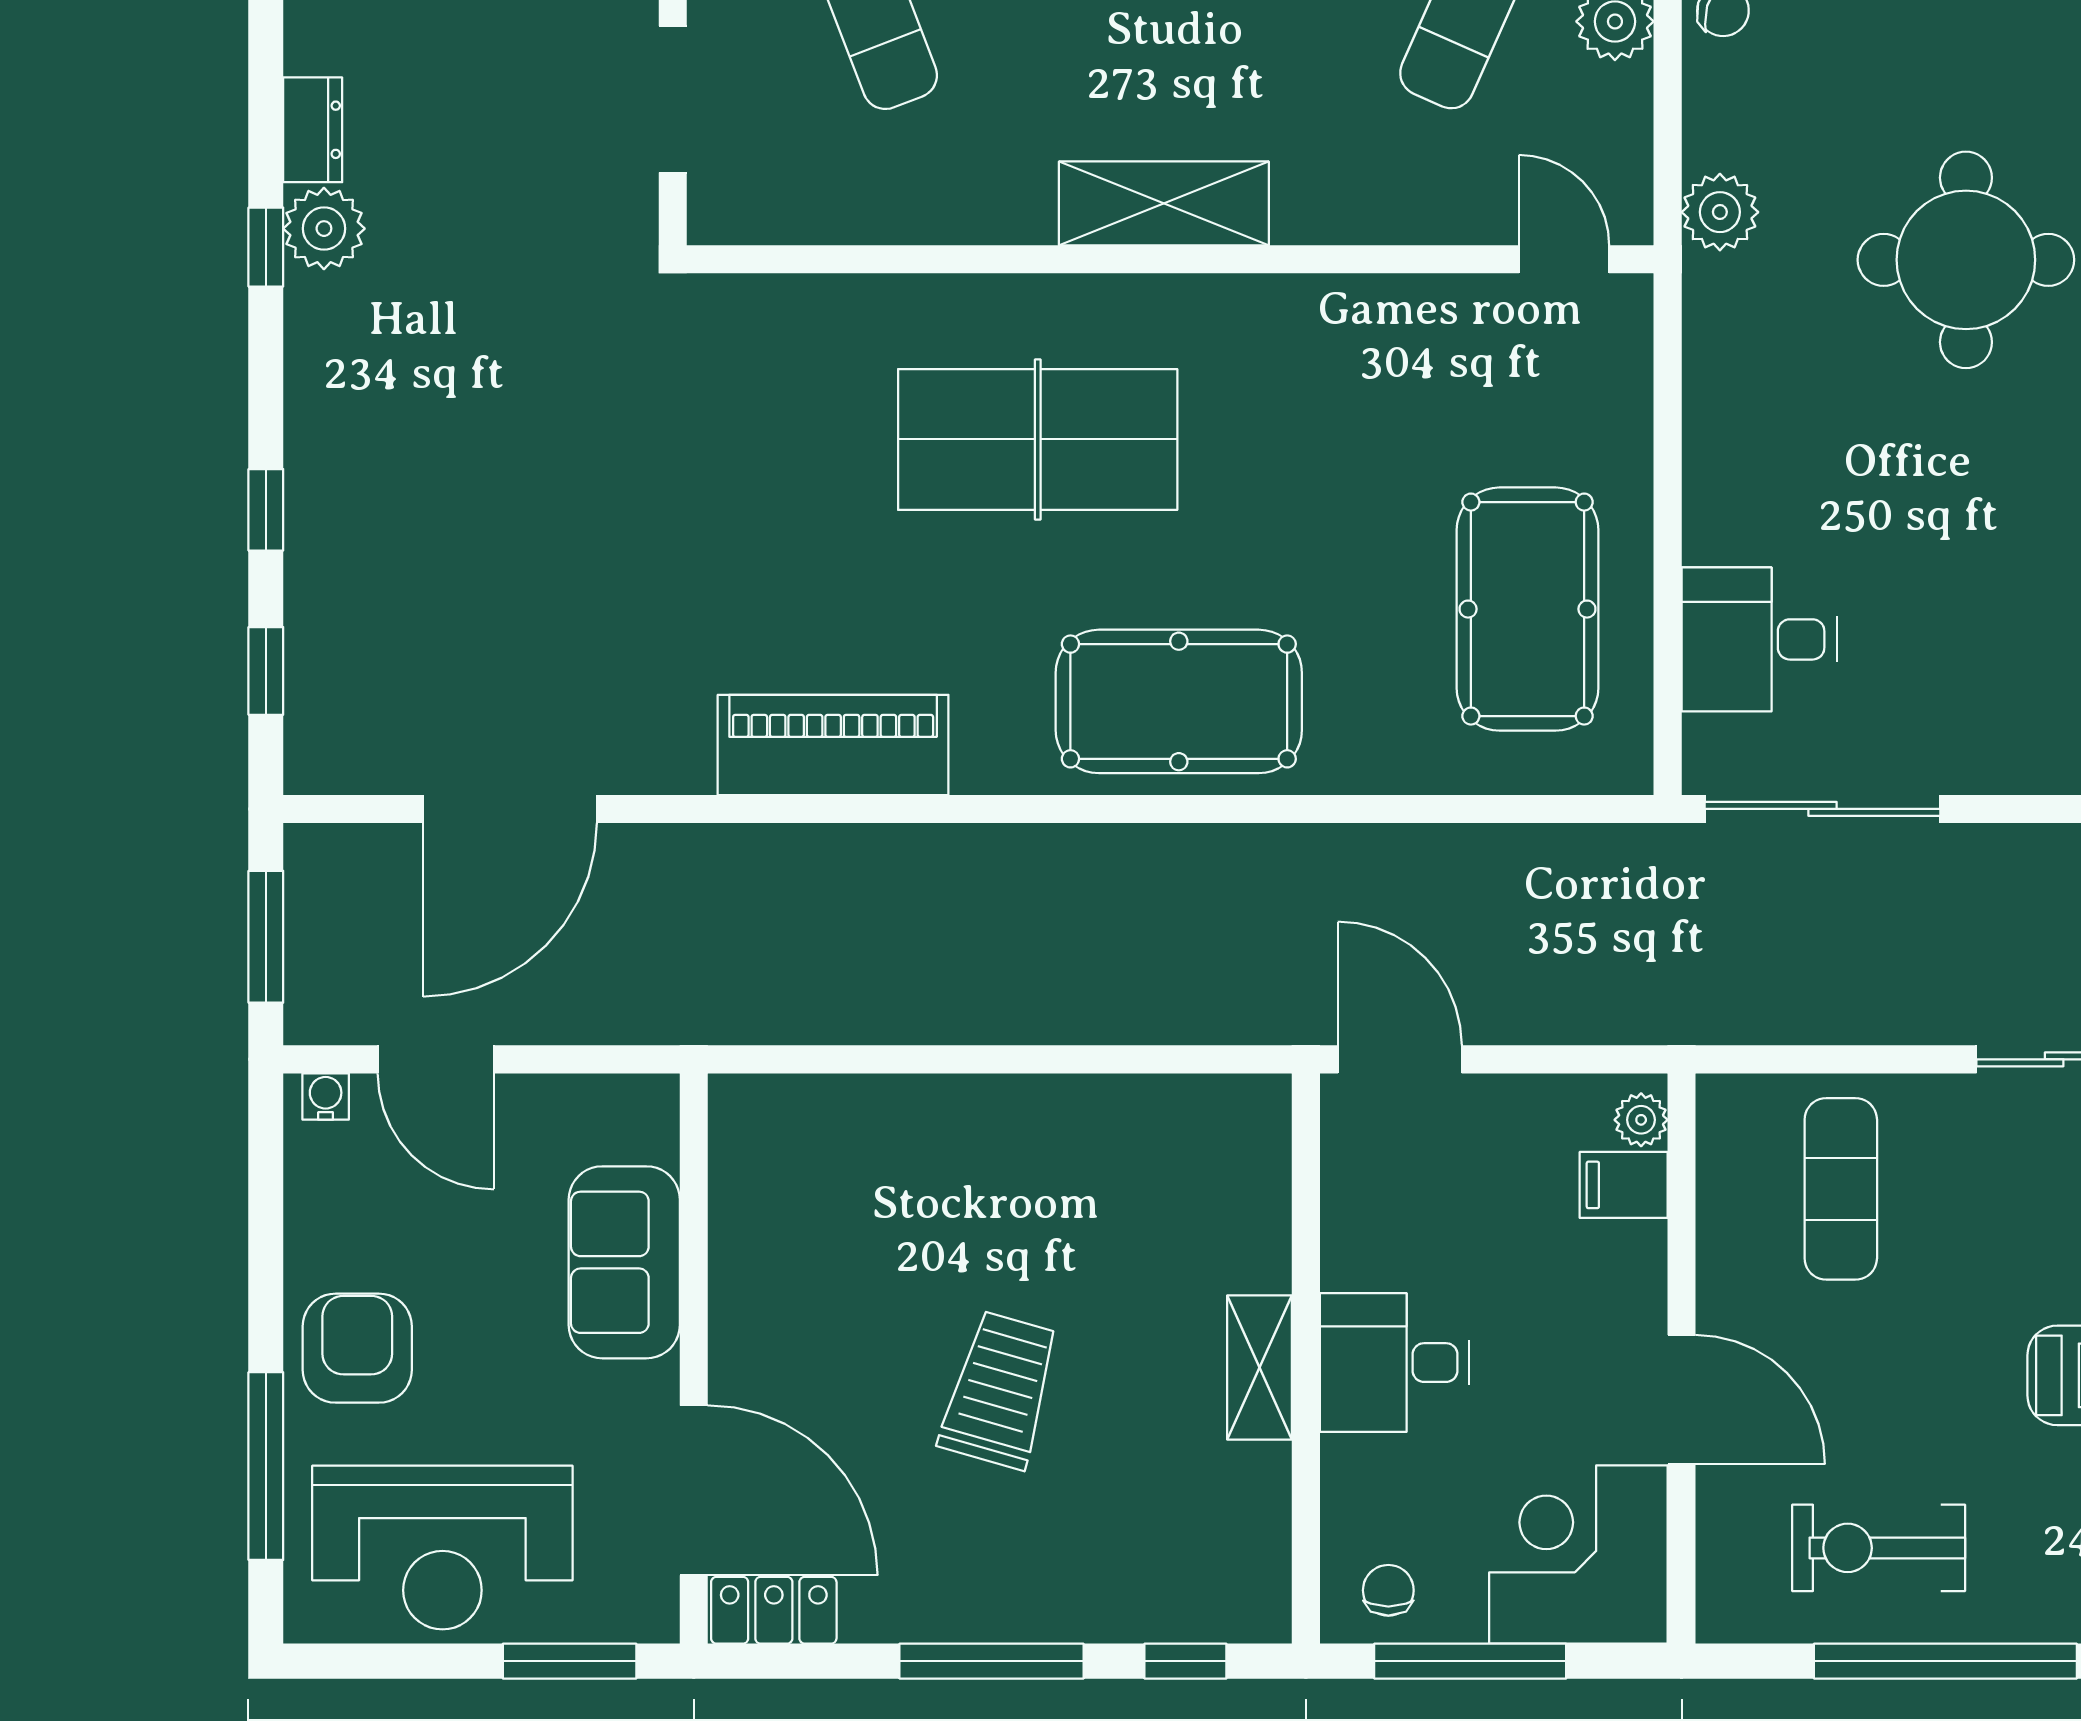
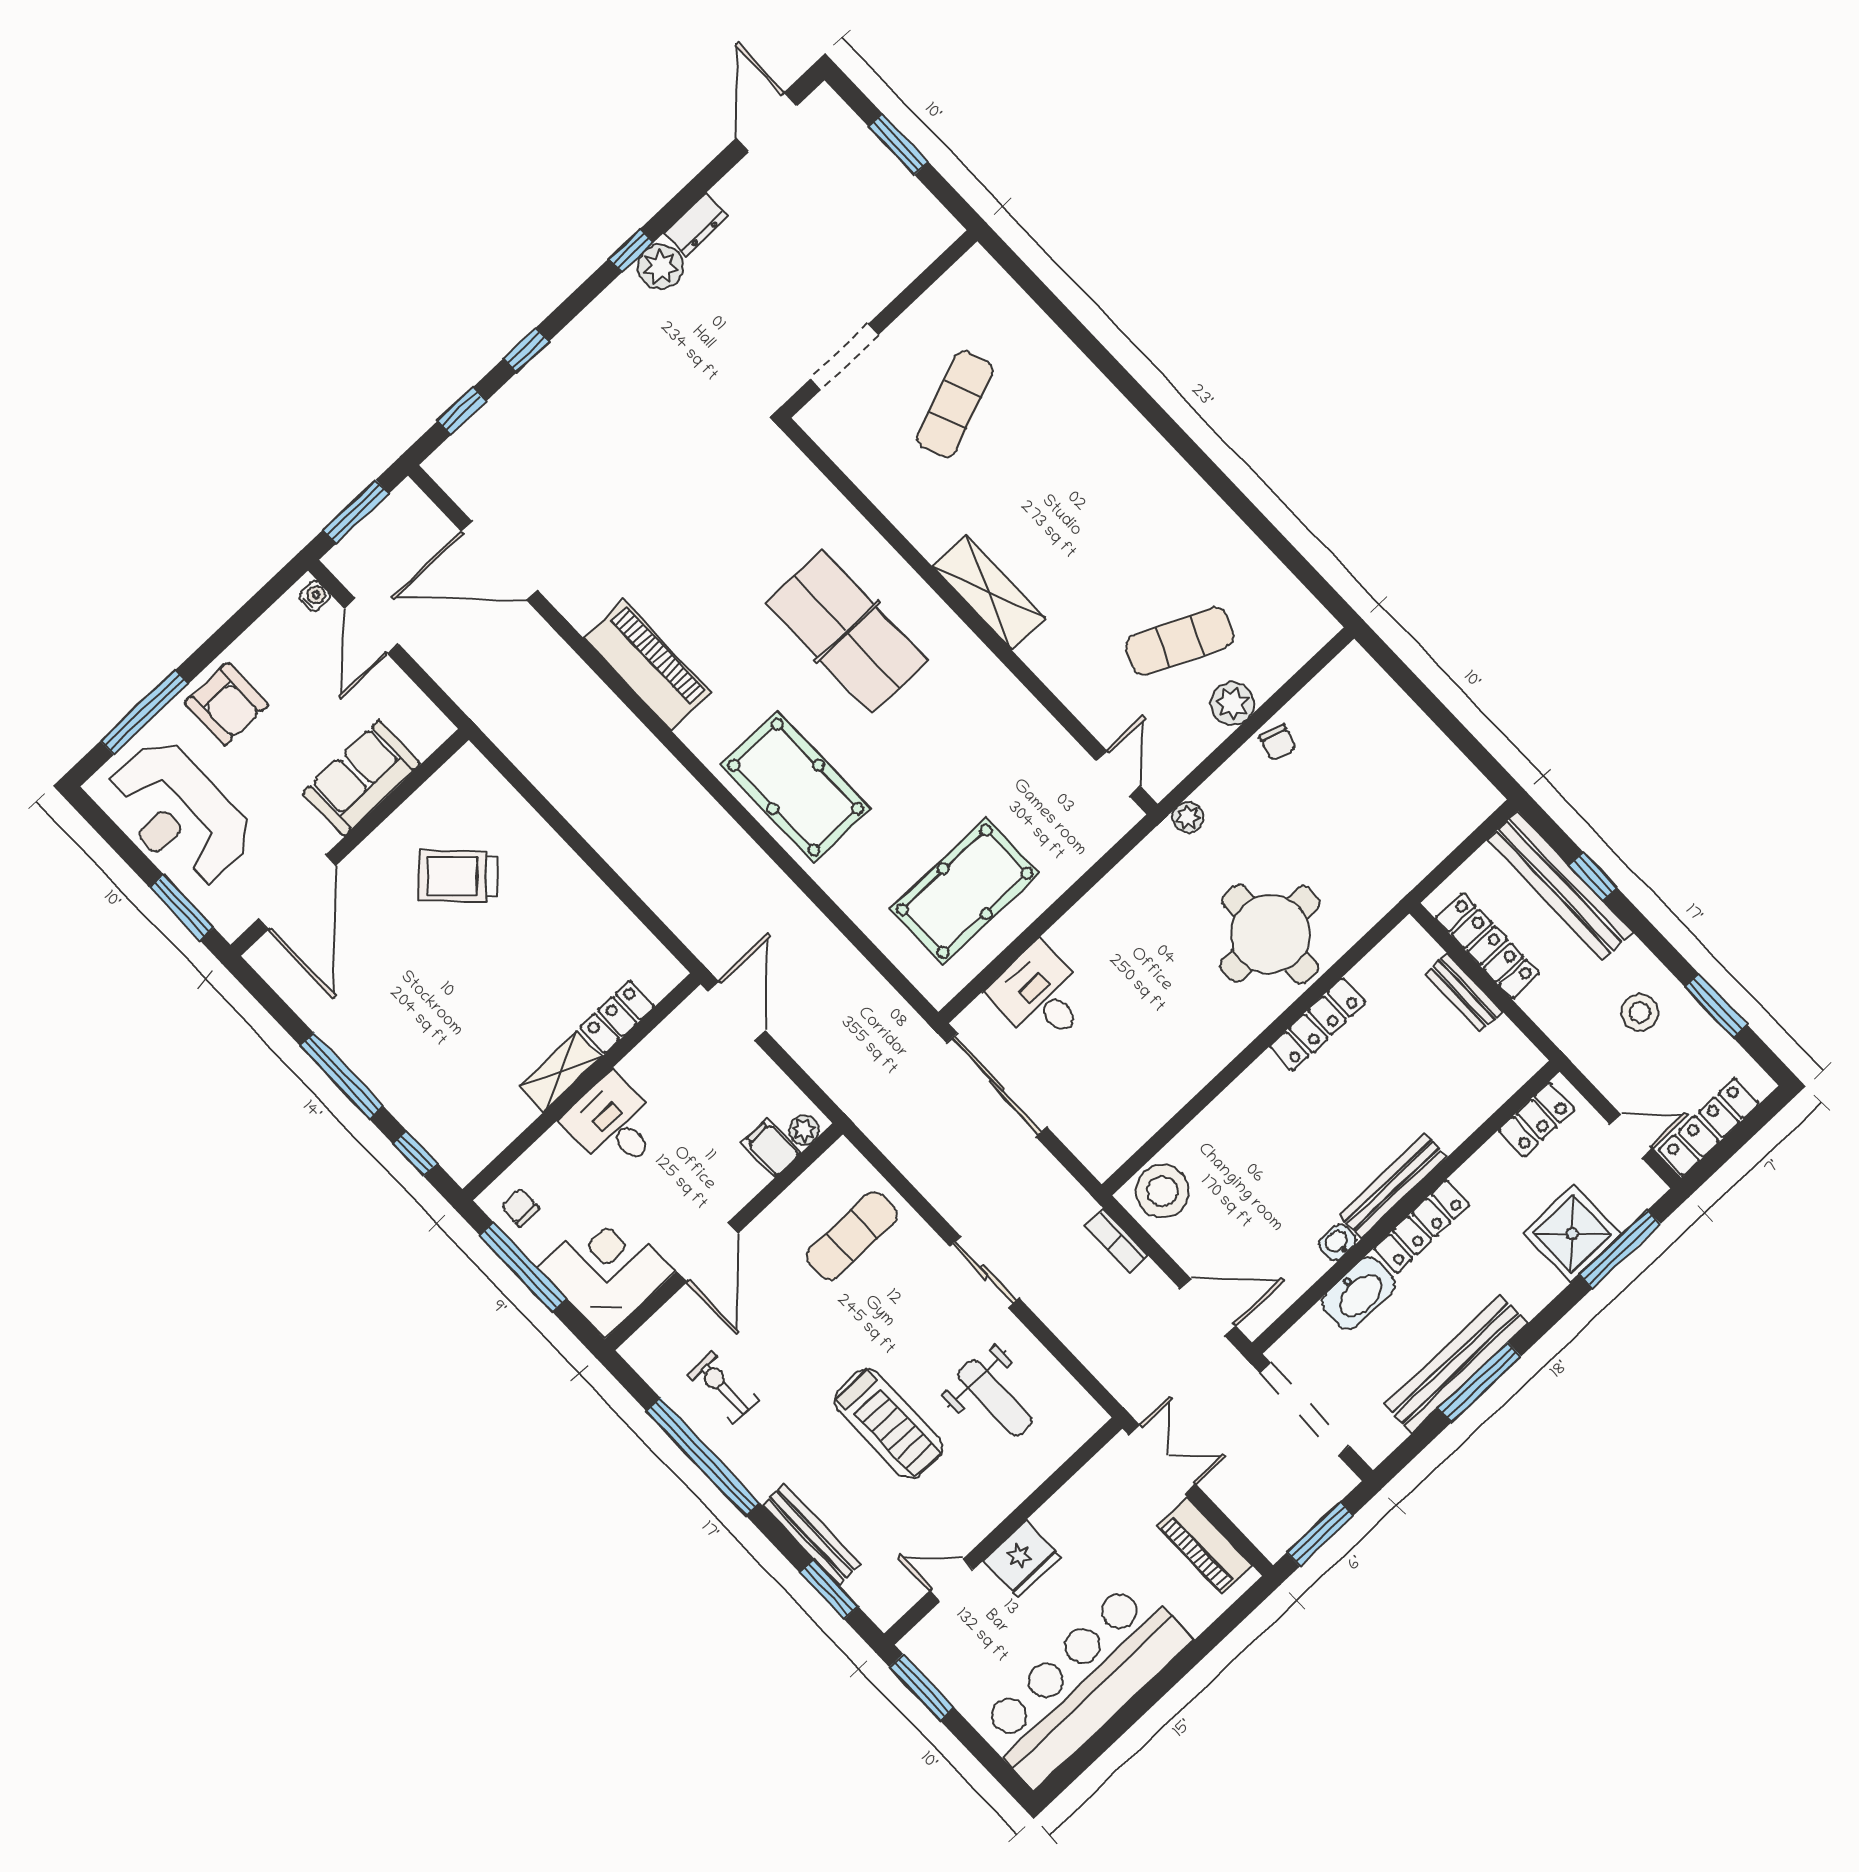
plant: (1720, 212) -> (1188, 817), width x0.73, depth x0.73
armchair: (357, 1348) -> (226, 704), turned 90
trolley: (1000, 1390) -> (458, 876), moved, turned -152
exercise bike: (1879, 1548) -> (723, 1387), width x0.73, depth x0.72
chair: (1388, 1590) -> (520, 1207), turned -90
locker: (774, 1610) -> (617, 1017), moved, turned -90

